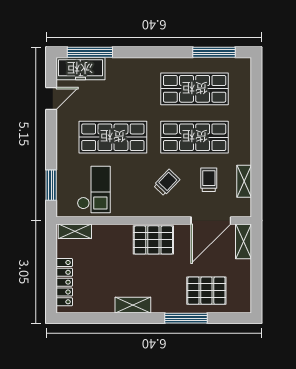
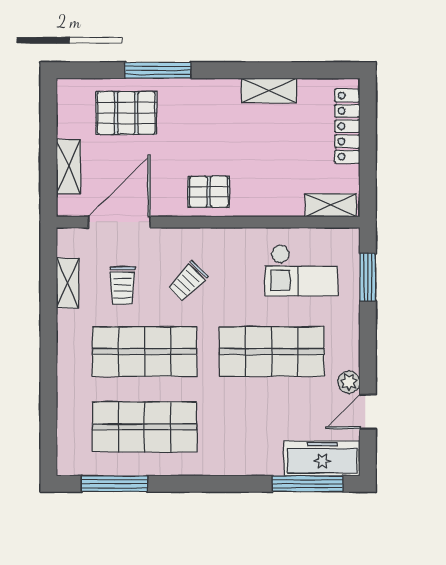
plant: (63, 118) -> (349, 382), added
checkout: (94, 189) -> (301, 270), turned -90
pallet: (153, 240) -> (209, 192), width x0.67, depth x0.71
shelving: (243, 241) -> (69, 167), moved
shelving: (133, 305) -> (269, 90), moved

